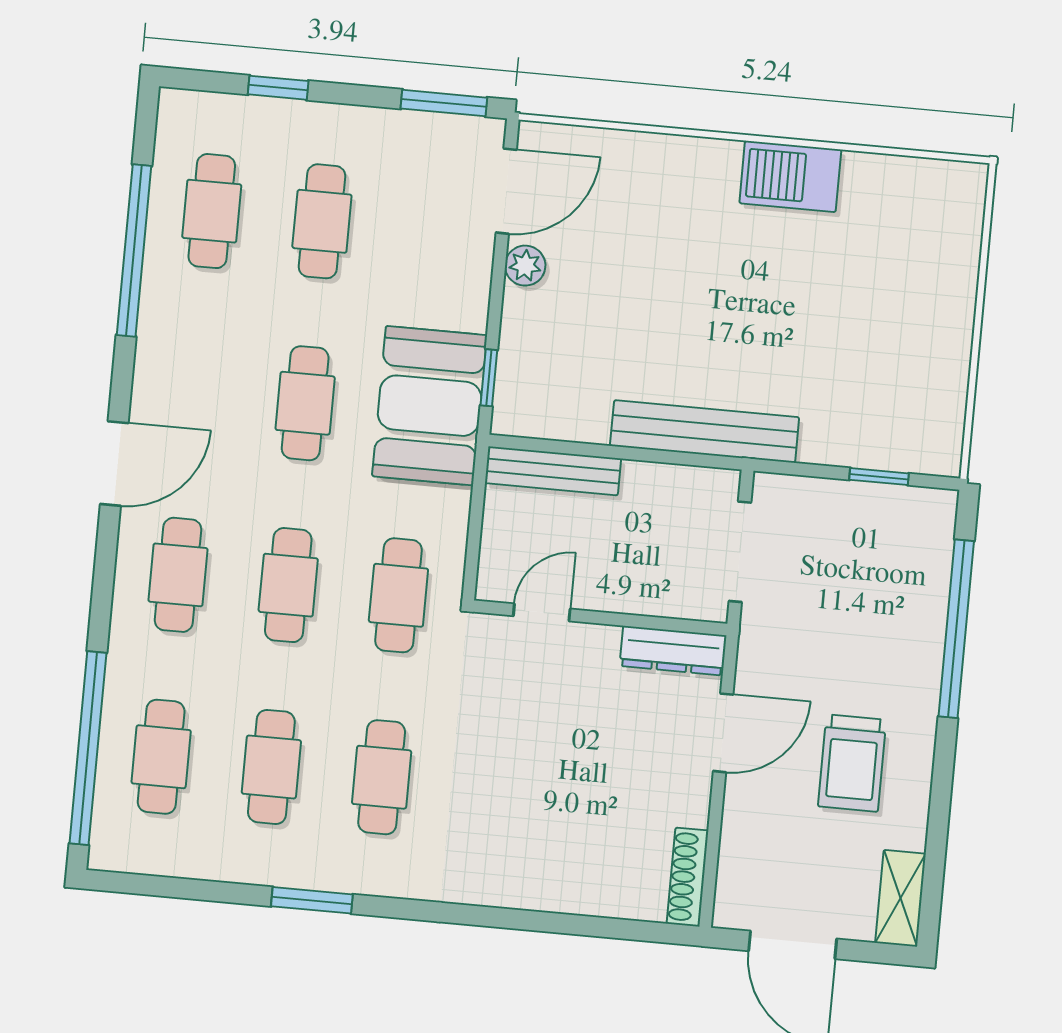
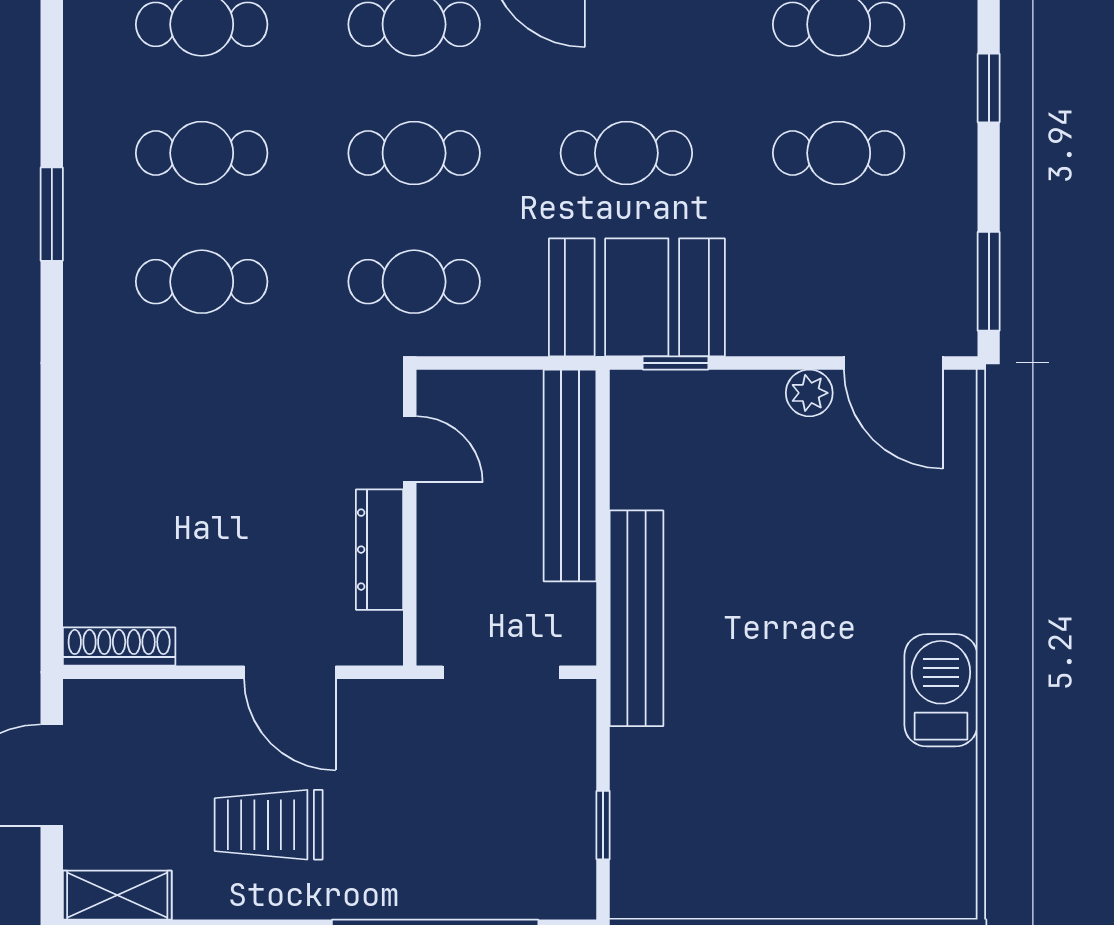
bench: (553, 471) -> (570, 475), width x1.37, depth x1.21
dresser: (673, 651) -> (380, 550), moved

